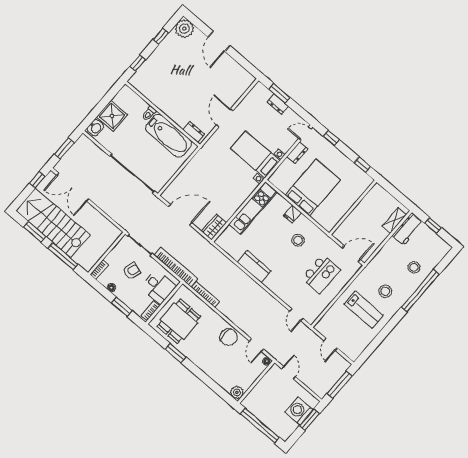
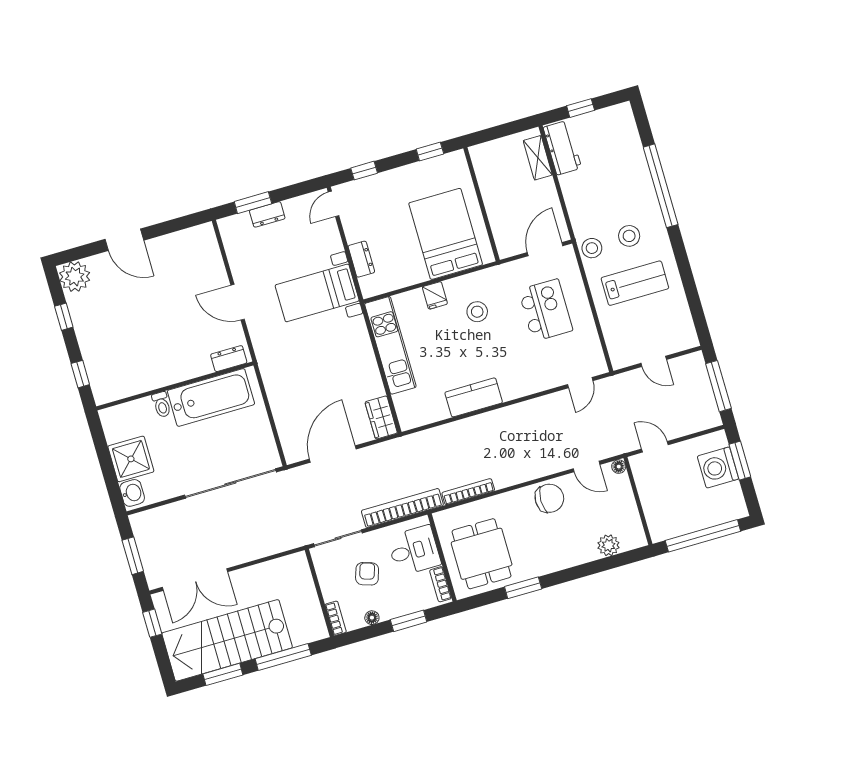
dresser: (297, 153) -> (361, 259), moved
bed: (313, 188) -> (446, 234), moved
stool: (414, 267) -> (592, 248), moved
door: (296, 315) -> (580, 383), hinge flipped
plant: (237, 392) -> (608, 545), moved

